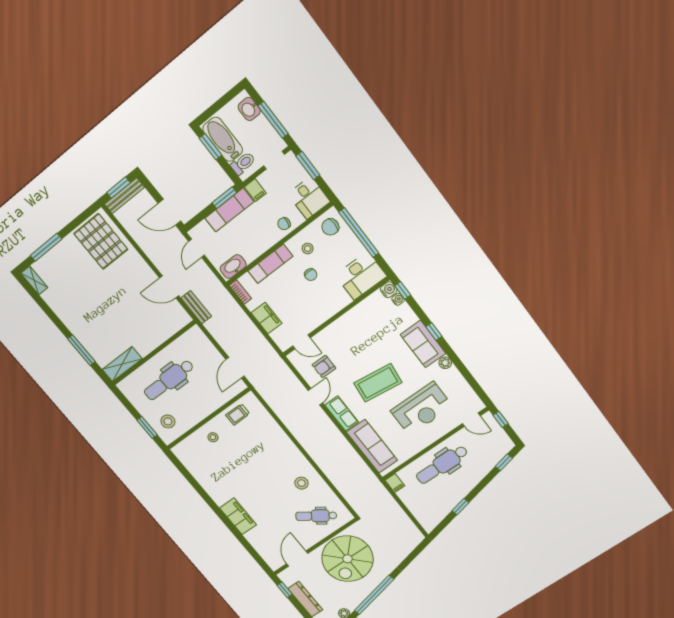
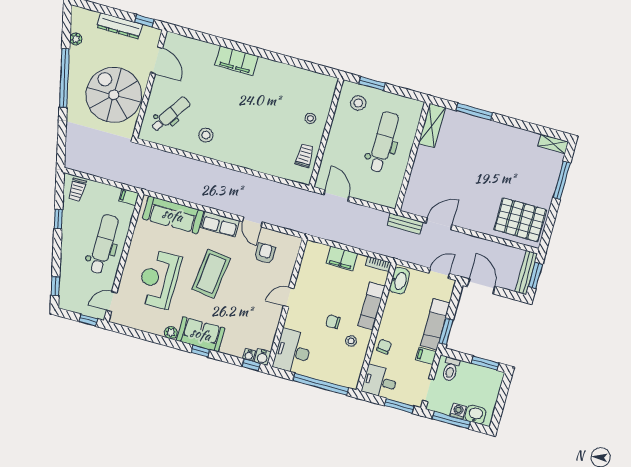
washing machine: (262, 123) -> (458, 411), added
bathtub: (223, 139) -> (480, 376), removed
door: (169, 212) -> (481, 286), hinge flipped
chair: (330, 227) -> (346, 372), removed
door: (197, 248) -> (439, 273), hinge flipped
door: (301, 342) -> (289, 297), moved
trolley: (429, 516) -> (77, 190), added

